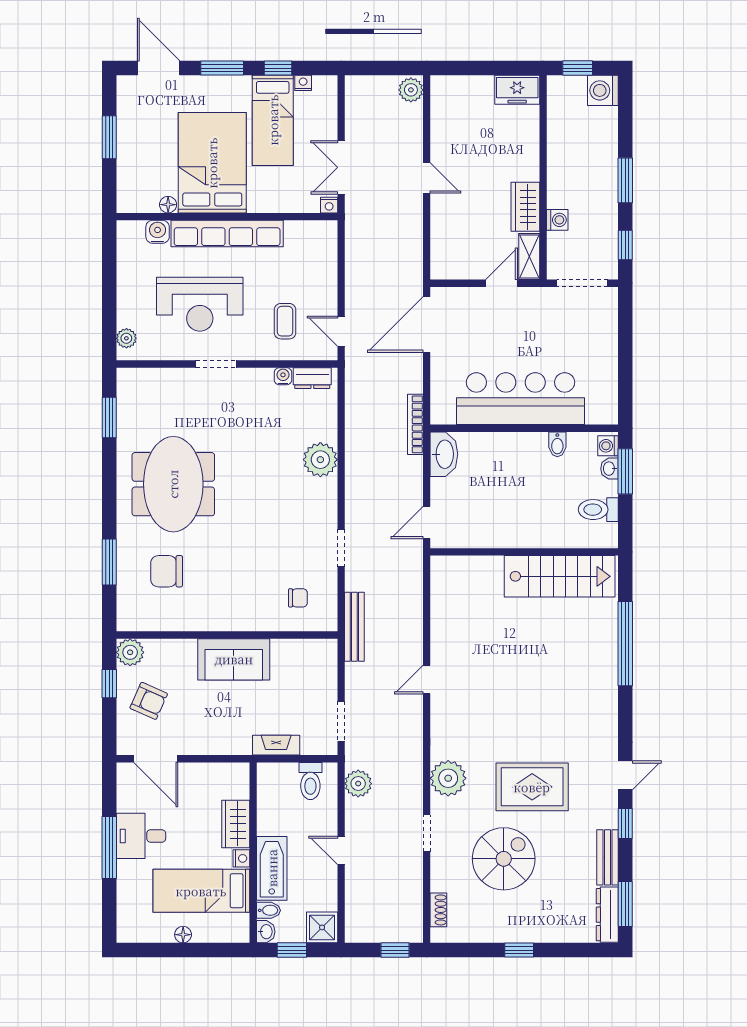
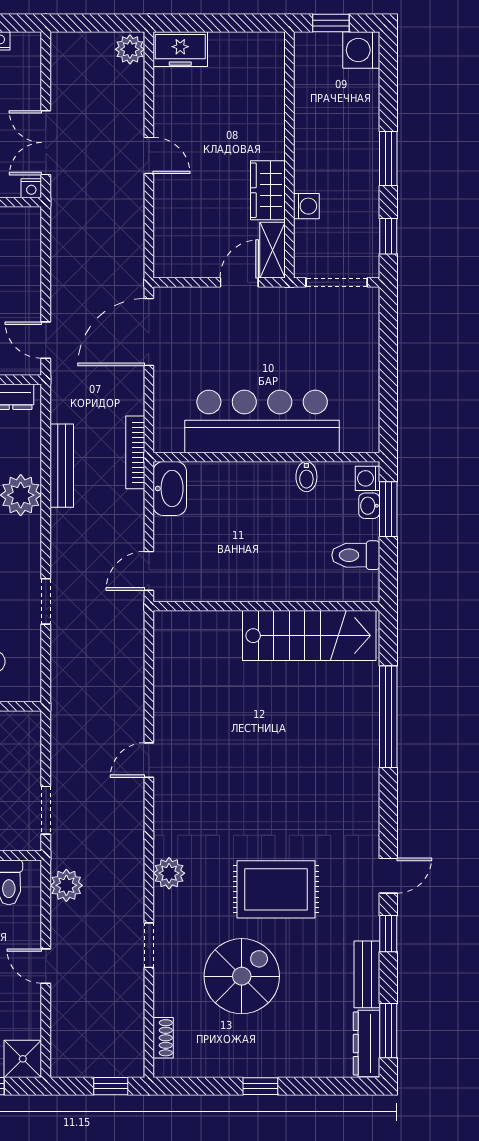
freezer: (517, 90) -> (180, 49), moved
bench: (354, 627) -> (62, 466), moved
plant: (448, 778) -> (169, 873), width x0.73, depth x0.73

